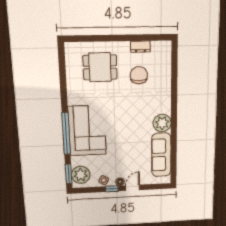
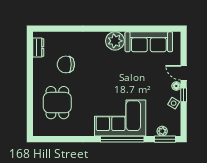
dresser: (140, 47) -> (38, 48), moved
plant: (81, 175) -> (162, 131), width x0.53, depth x0.53

